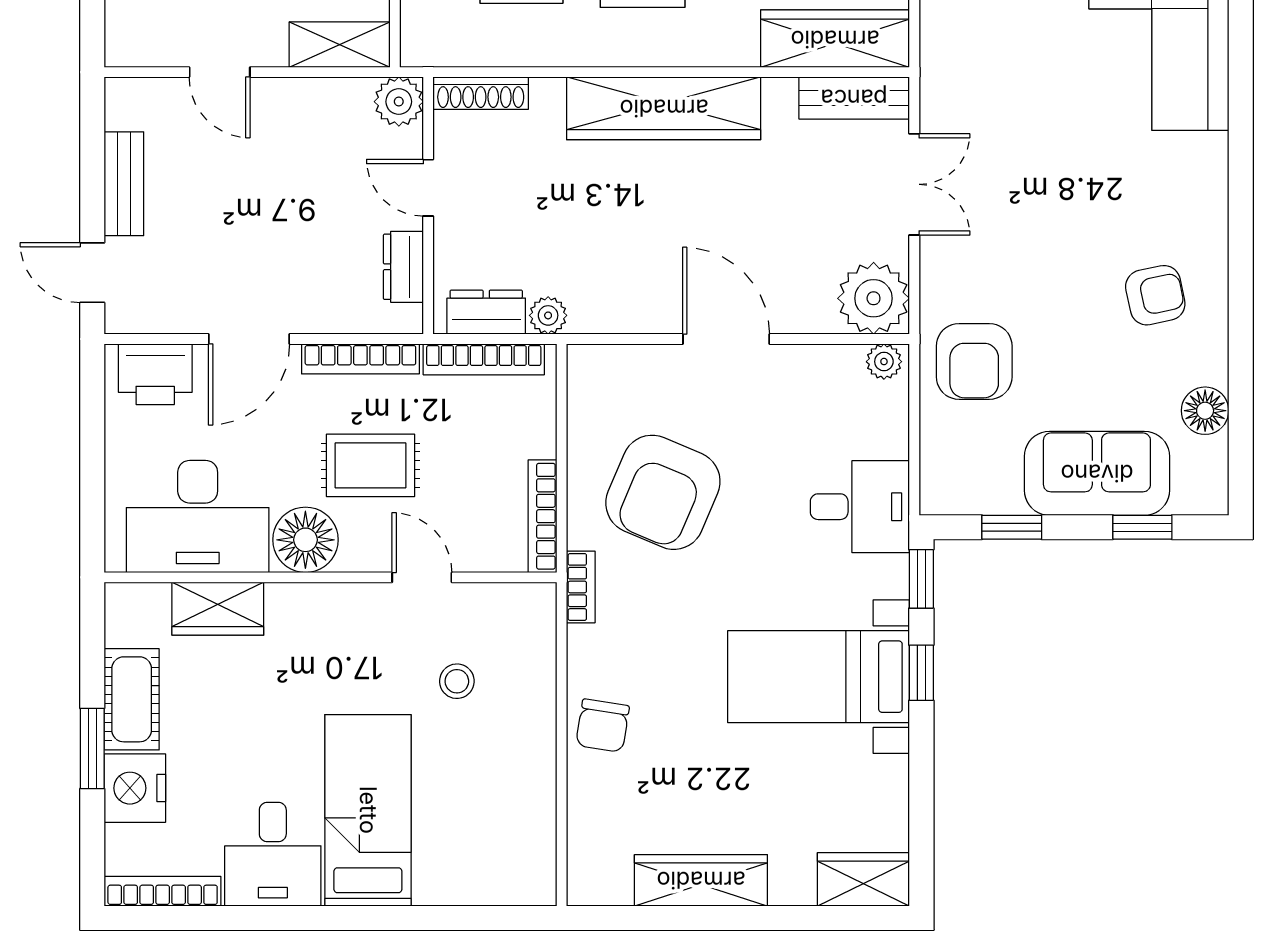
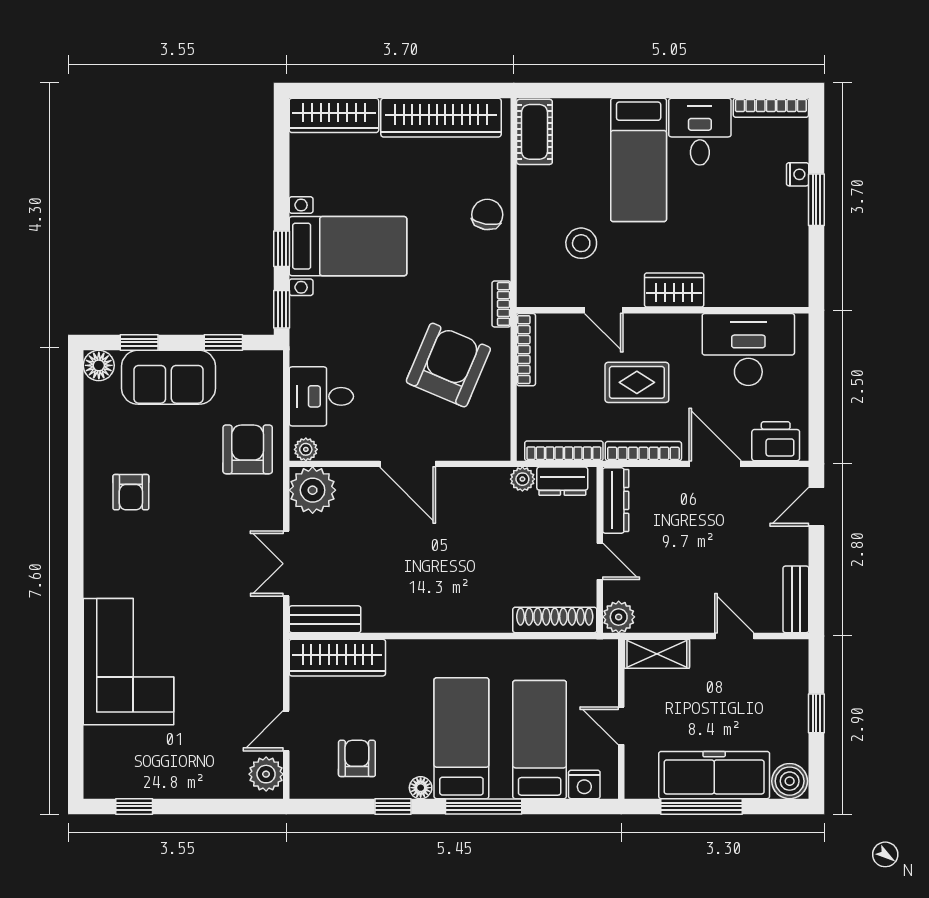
shoe rack: (481, 93) -> (555, 620), width x1.36, depth x1.24
wardrobe: (664, 108) -> (448, 613), removed
bench: (124, 184) -> (796, 599), moved
dresser: (403, 267) -> (616, 500), width x1.44
door: (92, 273) -> (816, 507), swing flipped
armchair: (1155, 295) -> (131, 492), turned -78
door: (249, 339) -> (715, 464), hinge flipped
floor lamp: (1205, 411) -> (99, 365), moved
desk: (860, 507) -> (321, 396), moved
floor lamp: (305, 540) -> (679, 334), removed
wardrobe: (218, 609) -> (674, 290), moved
stool: (457, 681) -> (581, 243), width x1.37, depth x1.37
cot: (132, 699) -> (534, 132), moved
nightstand: (135, 788) -> (798, 174), width x0.53, depth x0.56
wardrobe: (863, 879) -> (334, 115), width x1.50
wardrobe: (701, 880) -> (441, 118), width x1.40, depth x1.17

